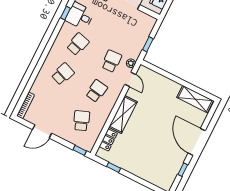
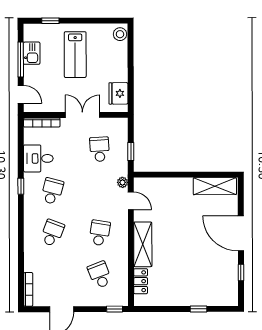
window: (66, 13) -> (21, 186), moved
school desk: (111, 61) -> (100, 149), moved
window: (114, 167) -> (198, 309), moved

